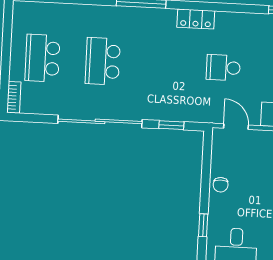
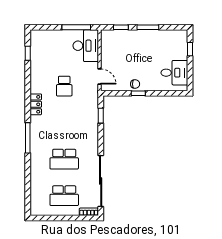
sliding door: (100, 121) -> (101, 181), moved
door: (236, 127) -> (99, 77), swing flipped
window: (203, 225) -> (138, 93), moved

